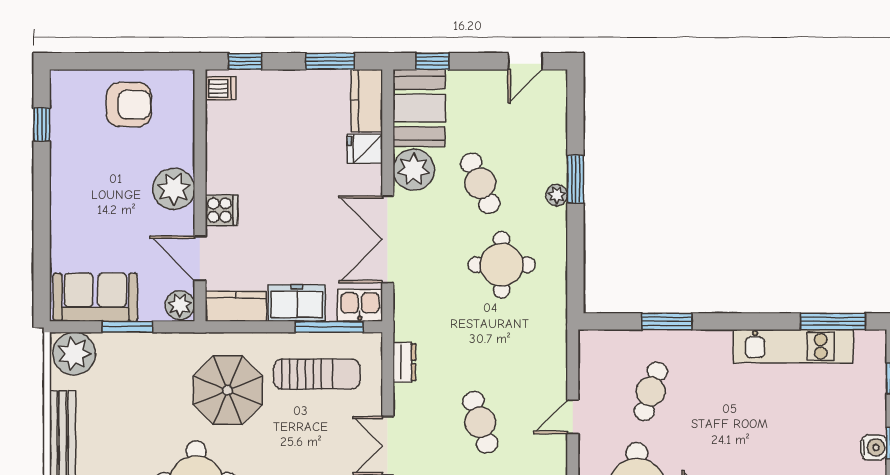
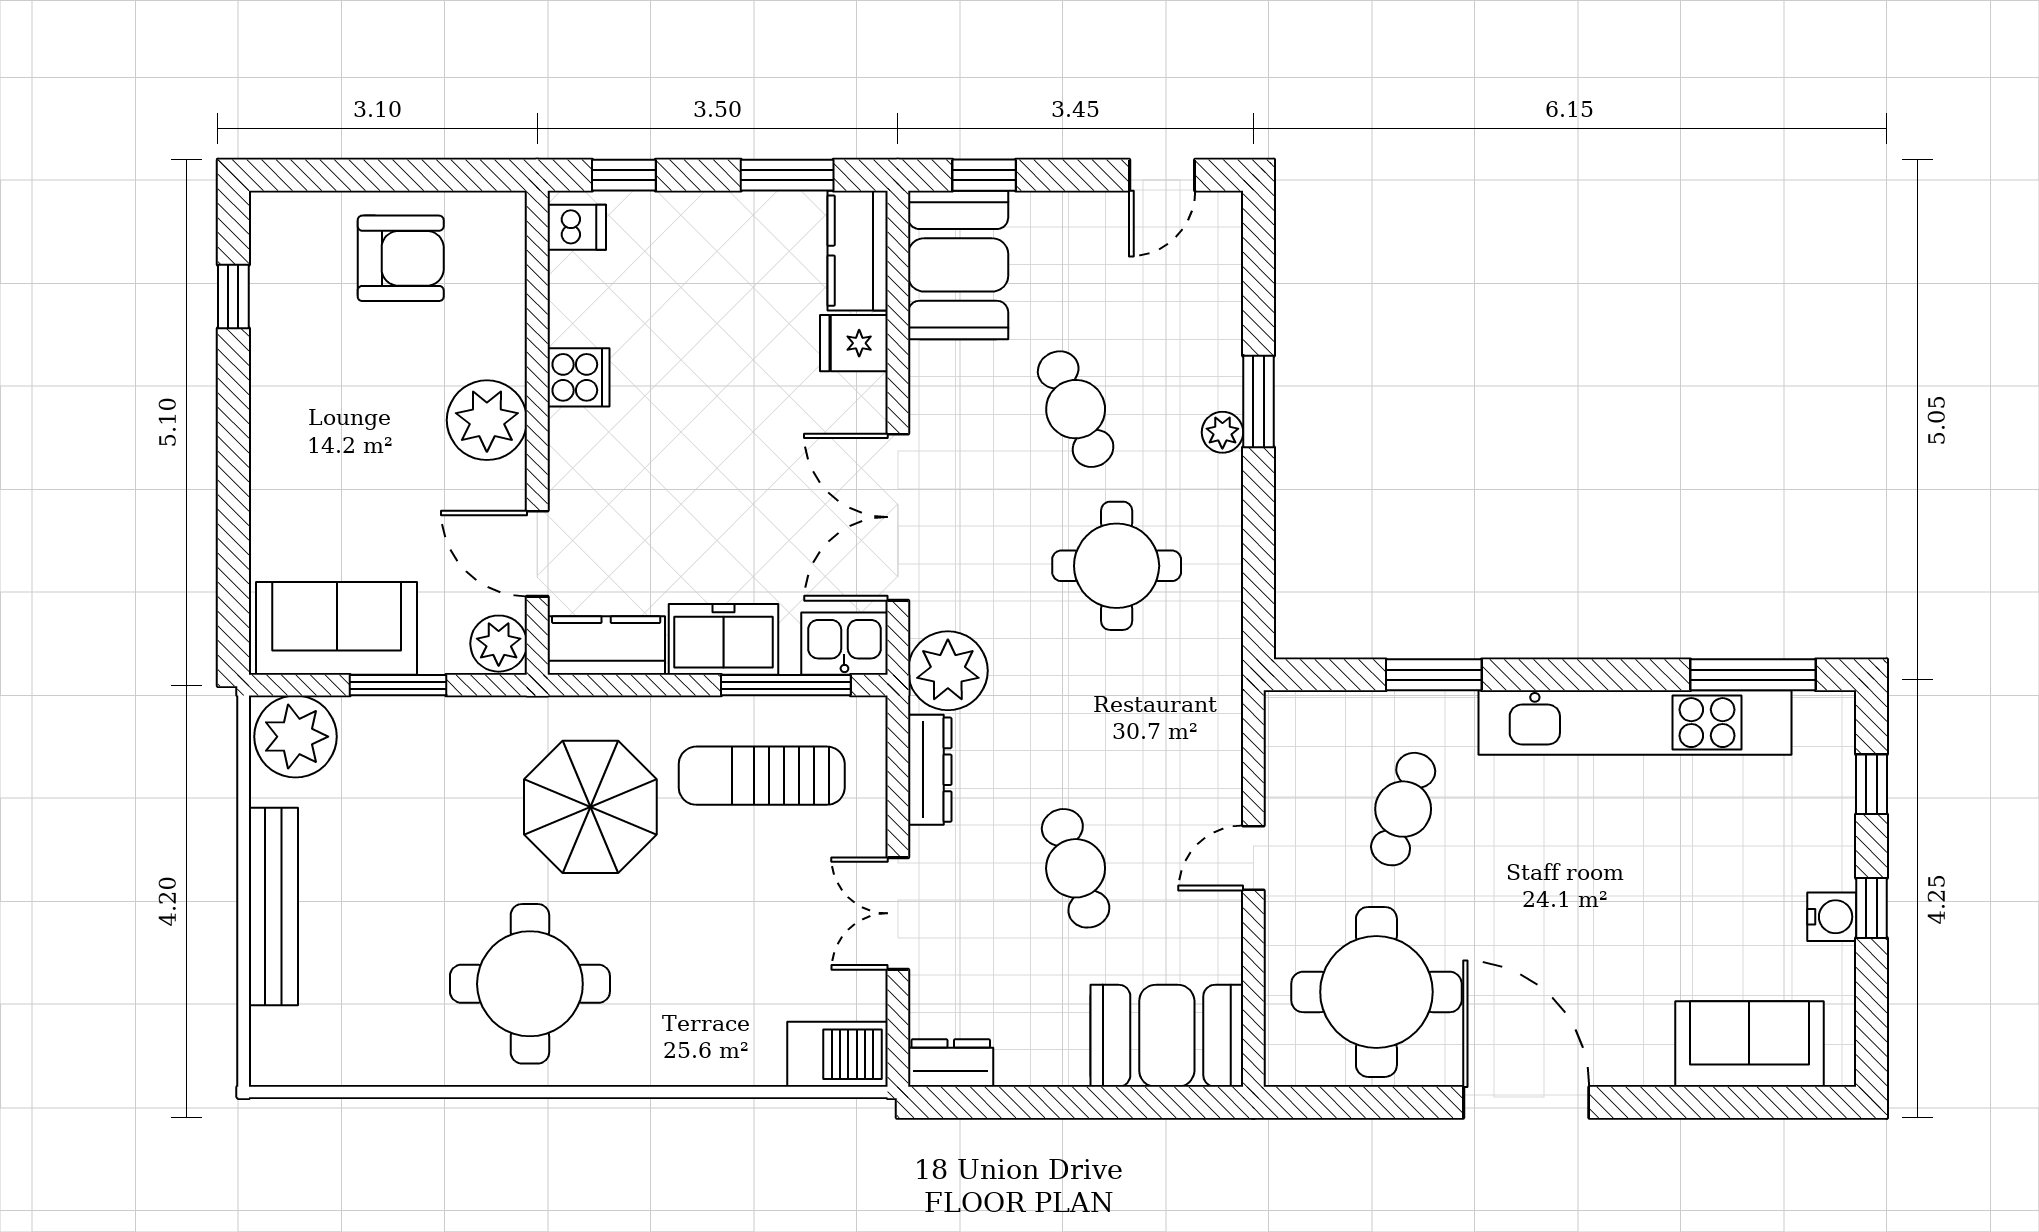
plant: (414, 170) -> (948, 671), moved
cooker: (221, 210) -> (579, 377), moved
kitchen unit: (793, 346) -> (1635, 723), width x1.36
dresser: (404, 362) -> (930, 770), width x1.44
sun lounger: (317, 374) -> (762, 776), turned 180

